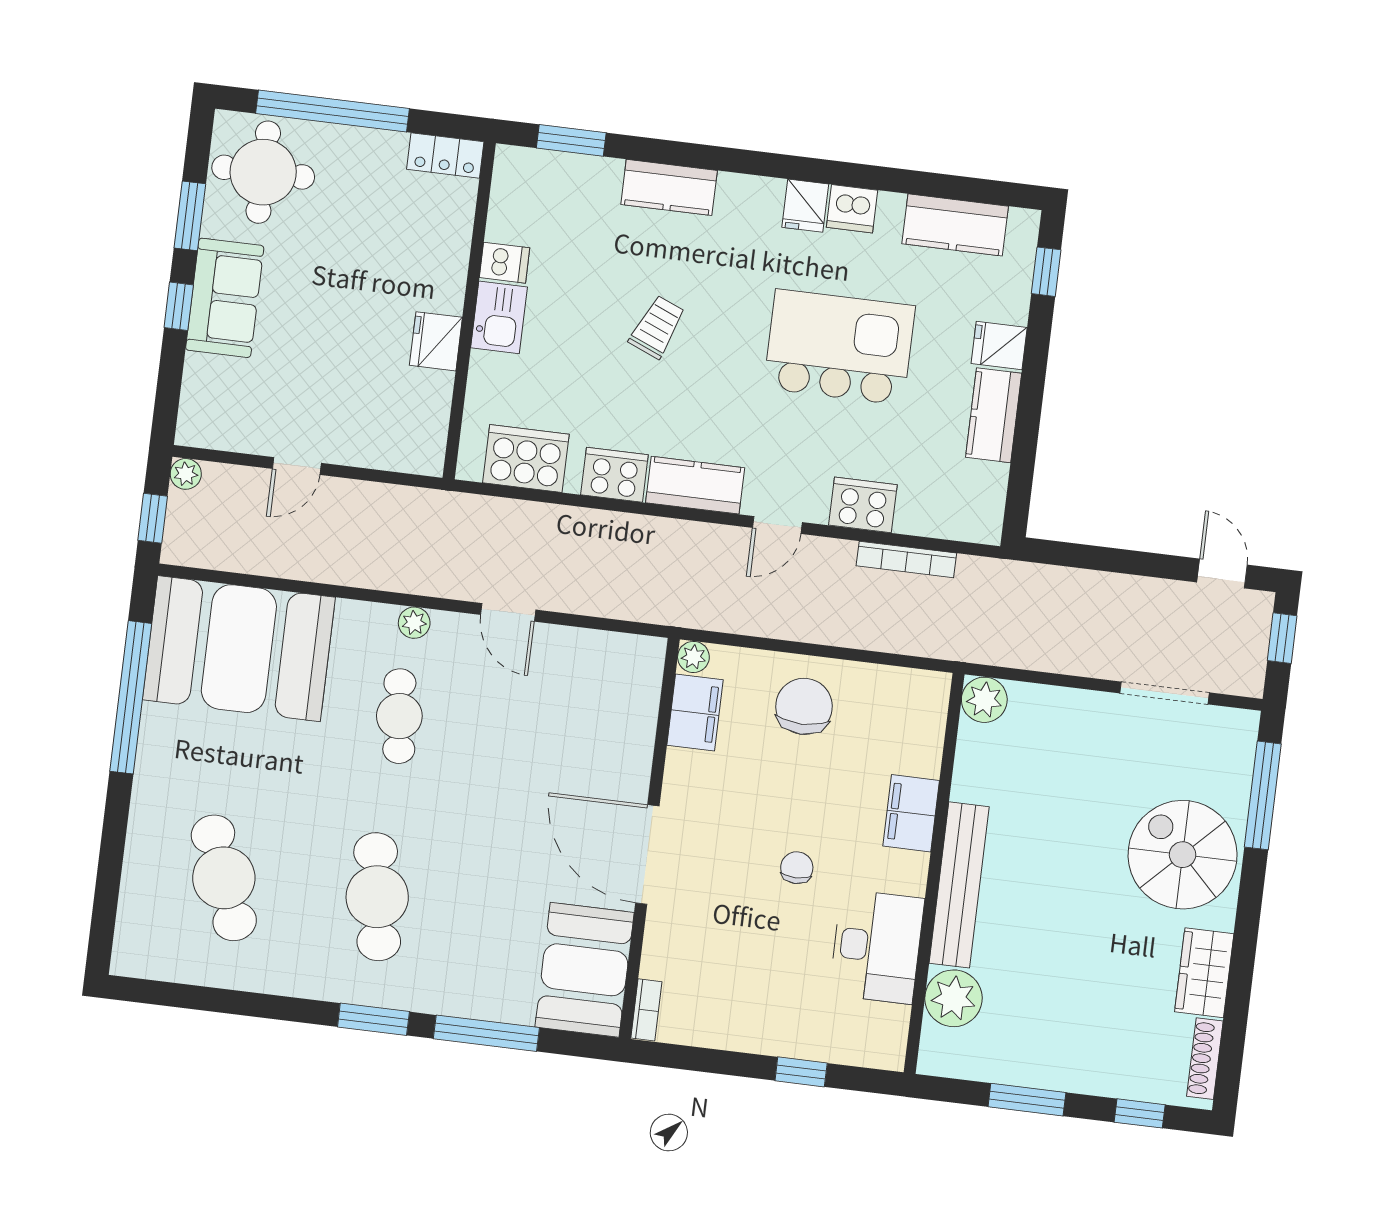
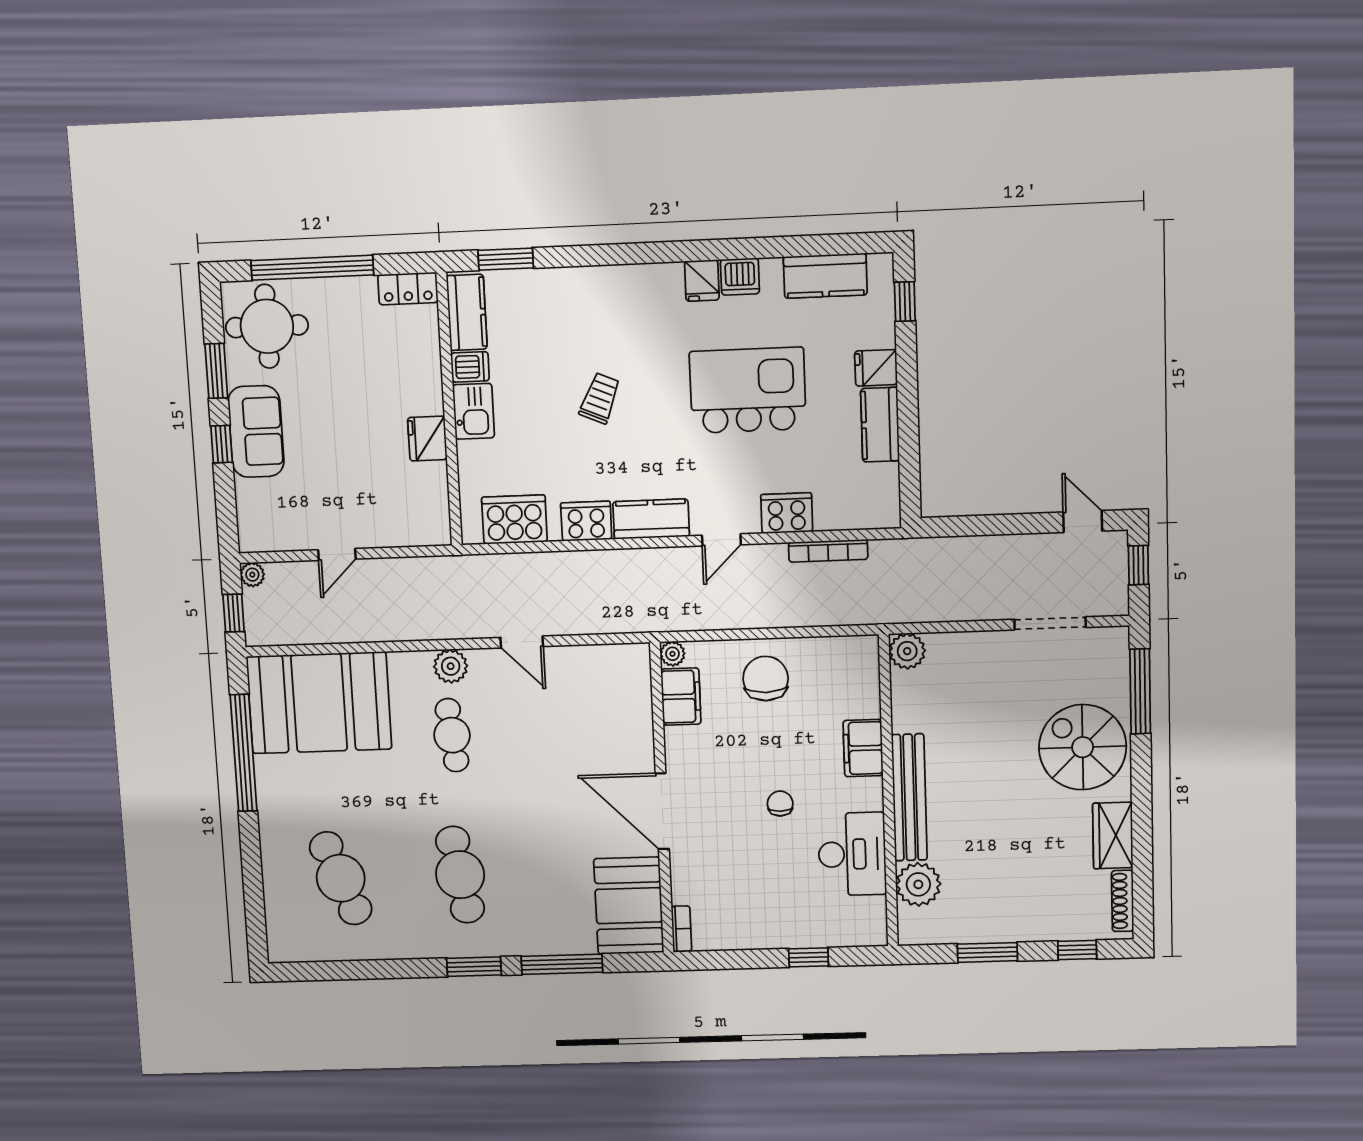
kitchen counter: (669, 187) -> (467, 312), moved, turned -90
plant: (414, 623) -> (451, 666), width x1.38, depth x1.38

